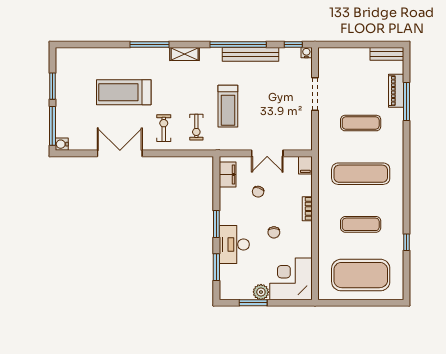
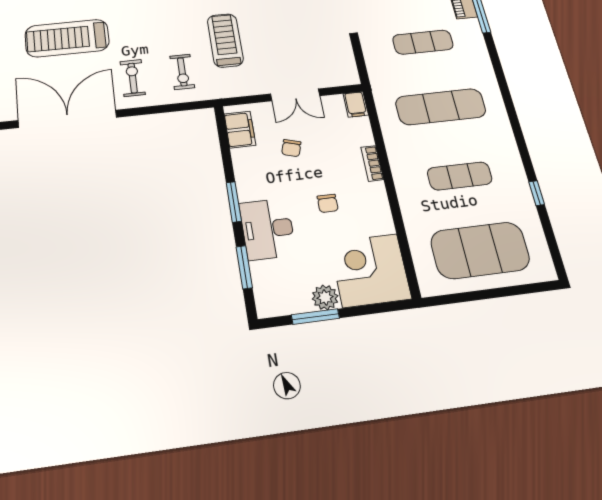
treadmill: (228, 106) -> (225, 40), turned 180
double door: (120, 153) -> (68, 119), width x1.36

